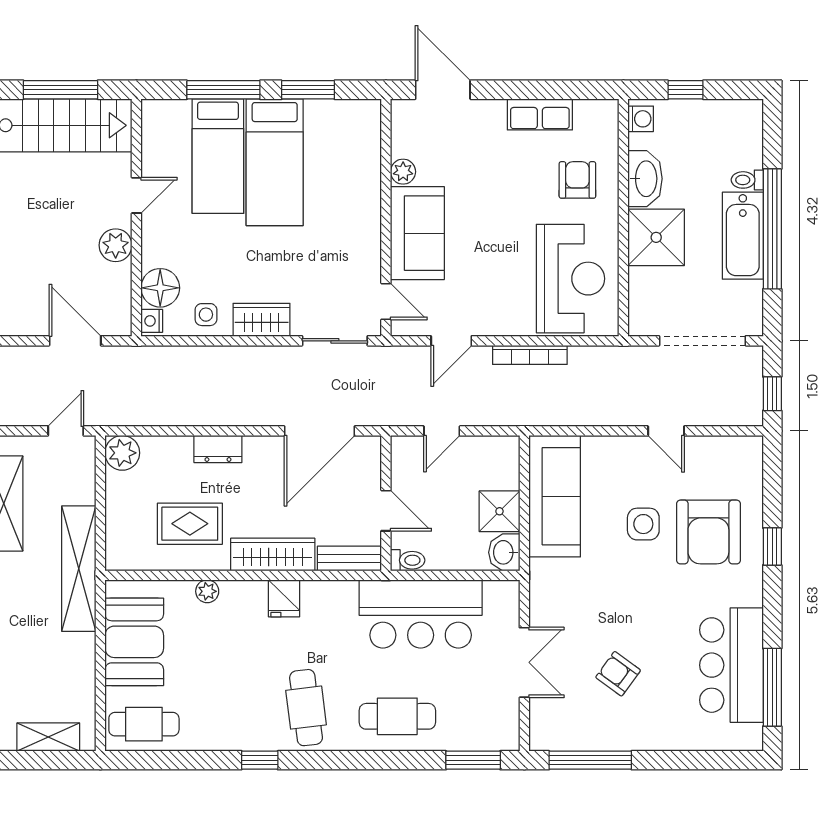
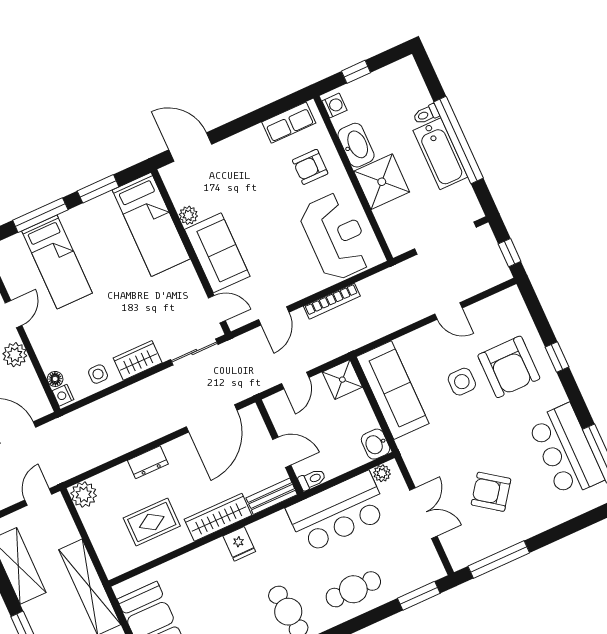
row of seats: (540, 114) -> (289, 123), moved
bed: (275, 162) -> (151, 224), moved
armchair: (577, 180) -> (310, 167), turned -90
floor lamp: (160, 288) -> (55, 379), width x0.53, depth x0.53
shower: (499, 511) -> (342, 380), moved
plant: (207, 591) -> (382, 473), moved
armchair: (618, 674) -> (491, 492), width x1.38, depth x1.38

